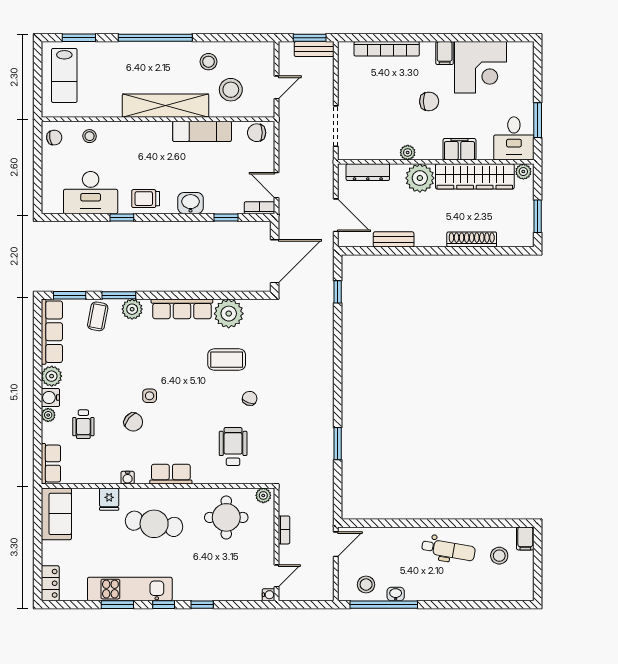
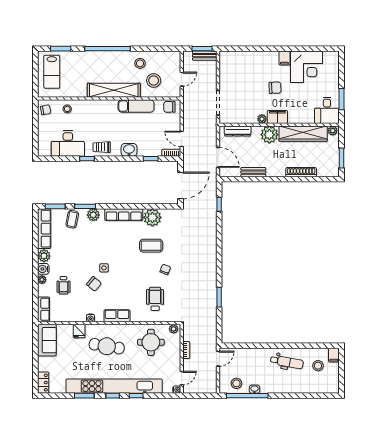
bookcase: (387, 49) -> (249, 56), removed
filing cabinet: (459, 149) -> (277, 117), moved
kitchen unit: (130, 589) -> (114, 386), width x1.86

